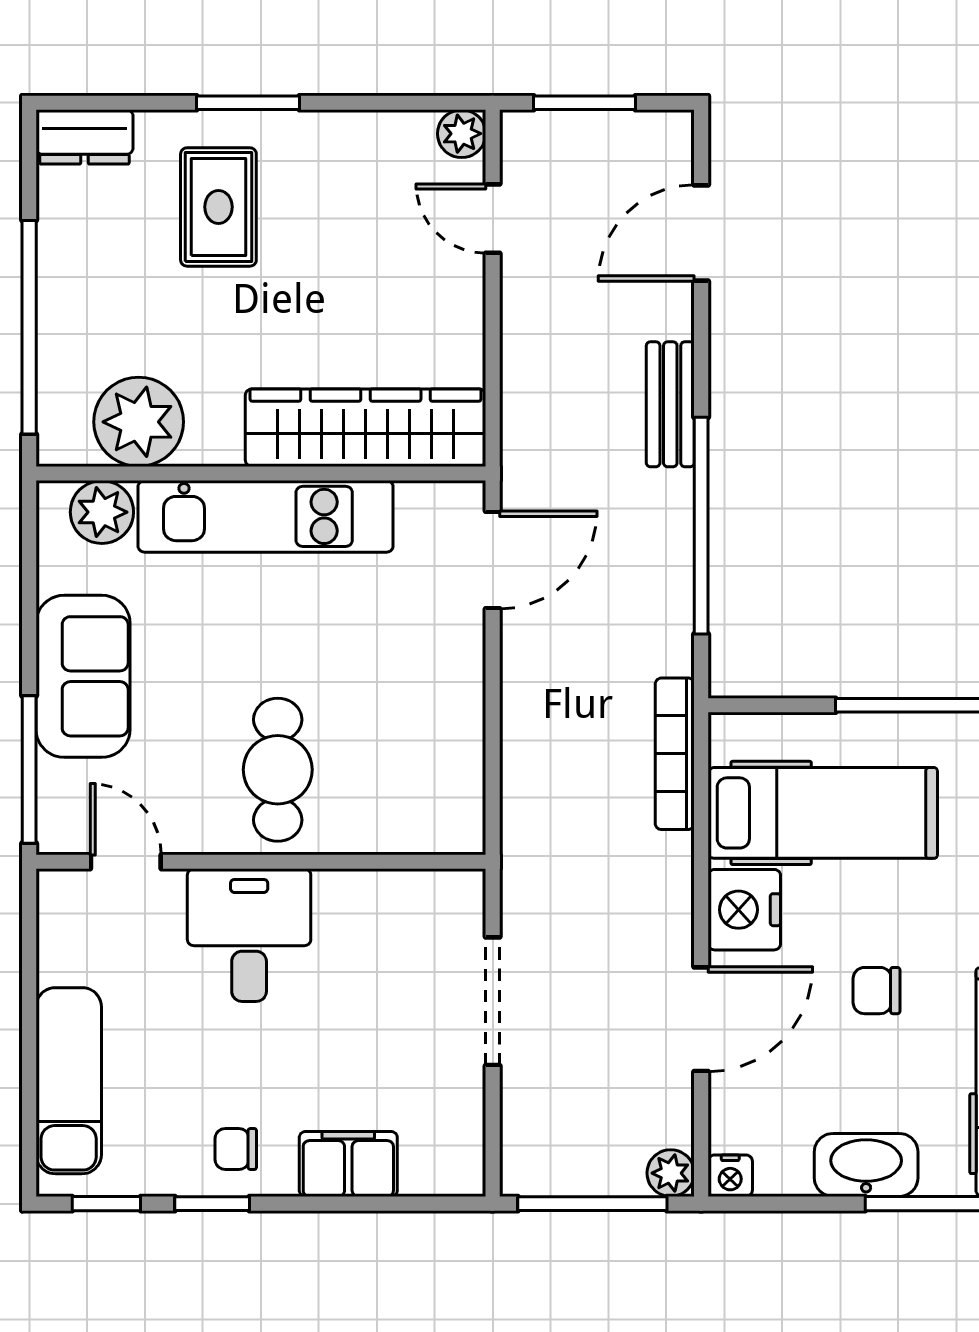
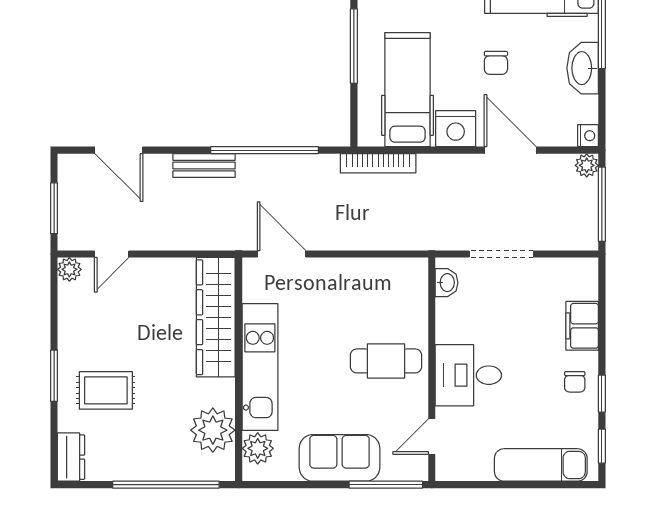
washbasin: (435, 891) -> (447, 283), added

